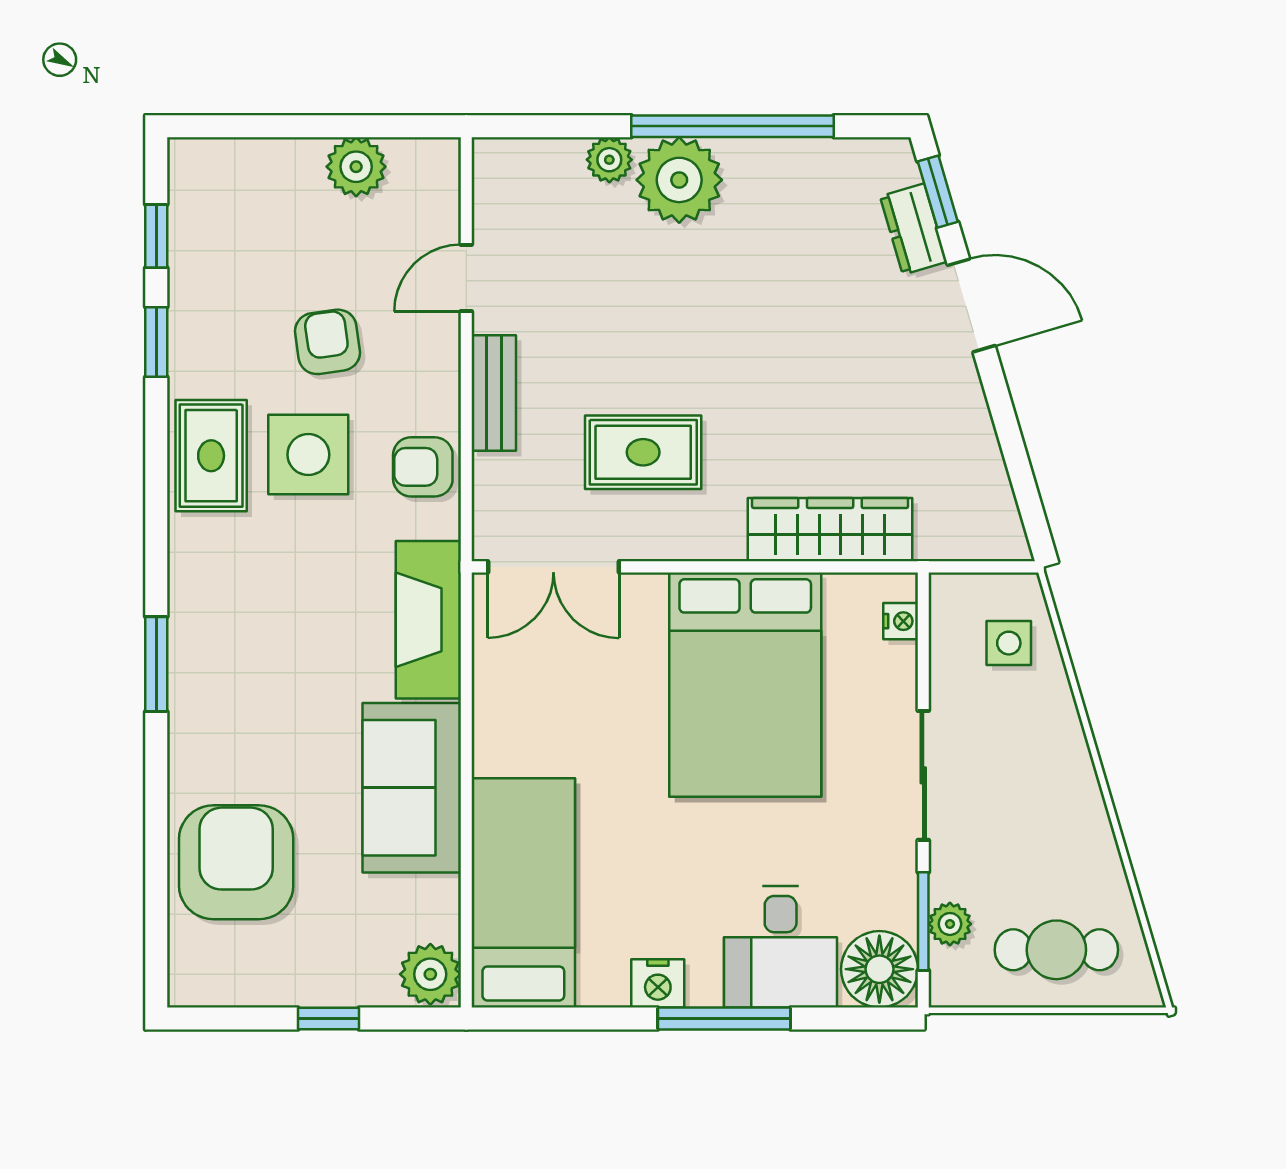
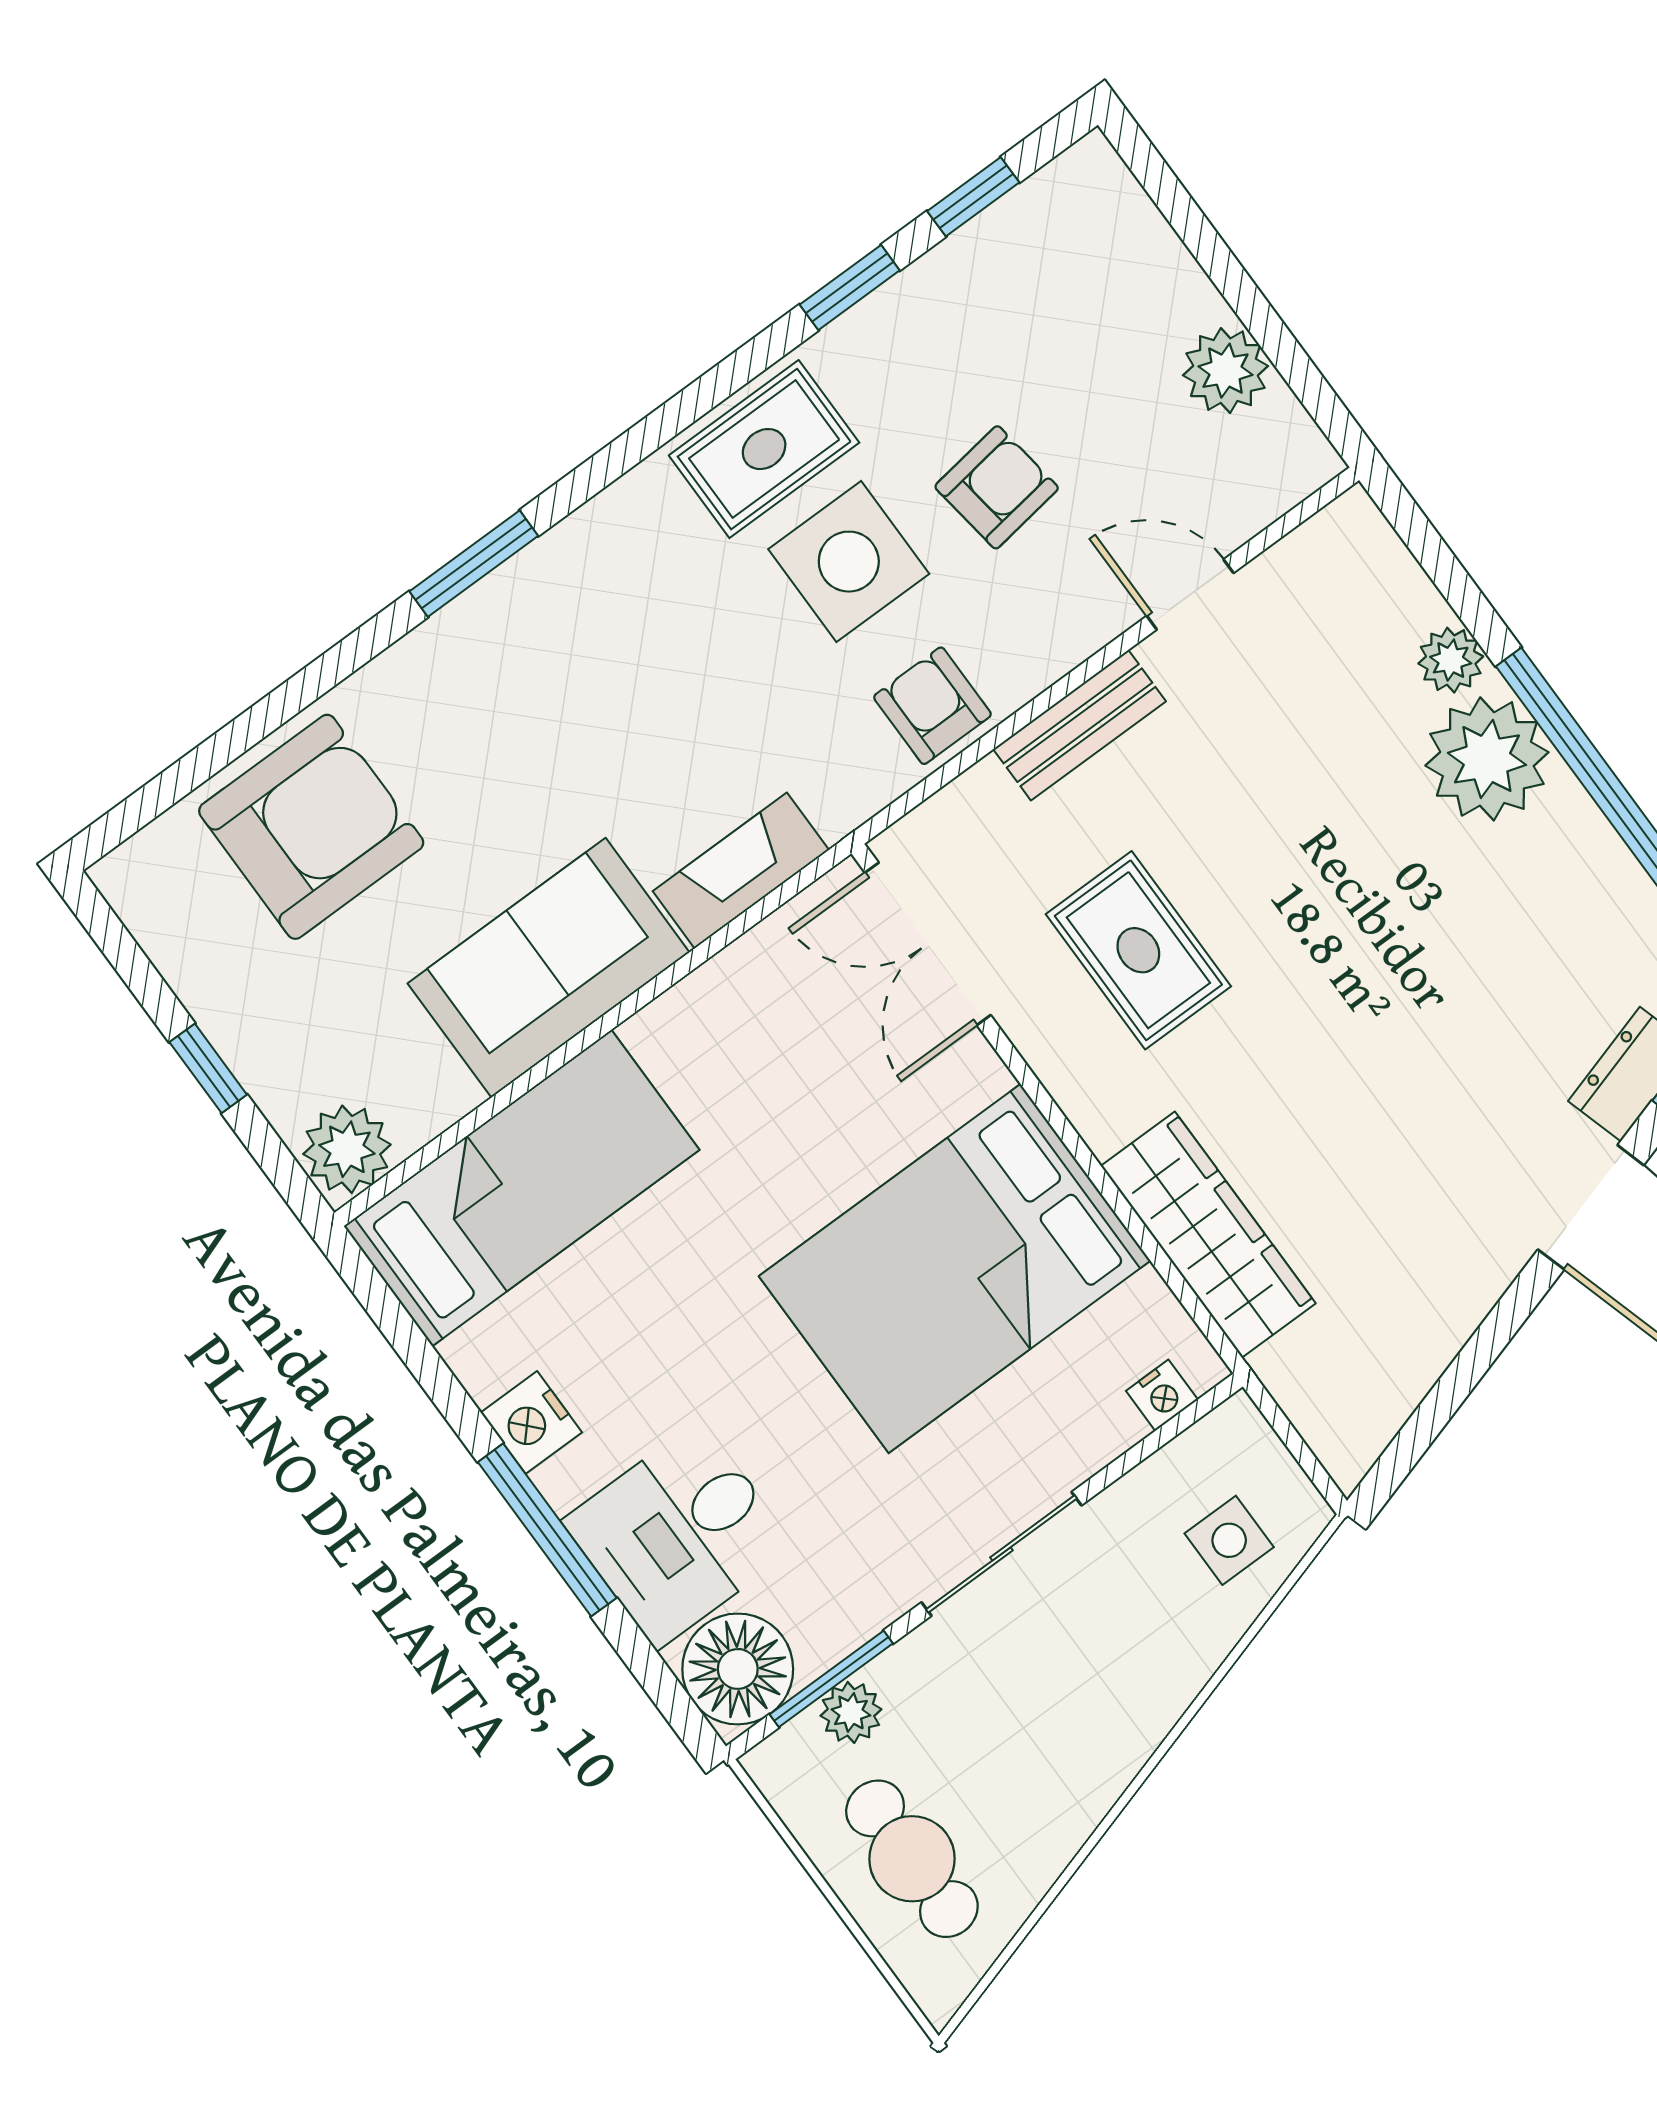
fireplace: (428, 620) -> (741, 871), width x0.73, depth x0.76

